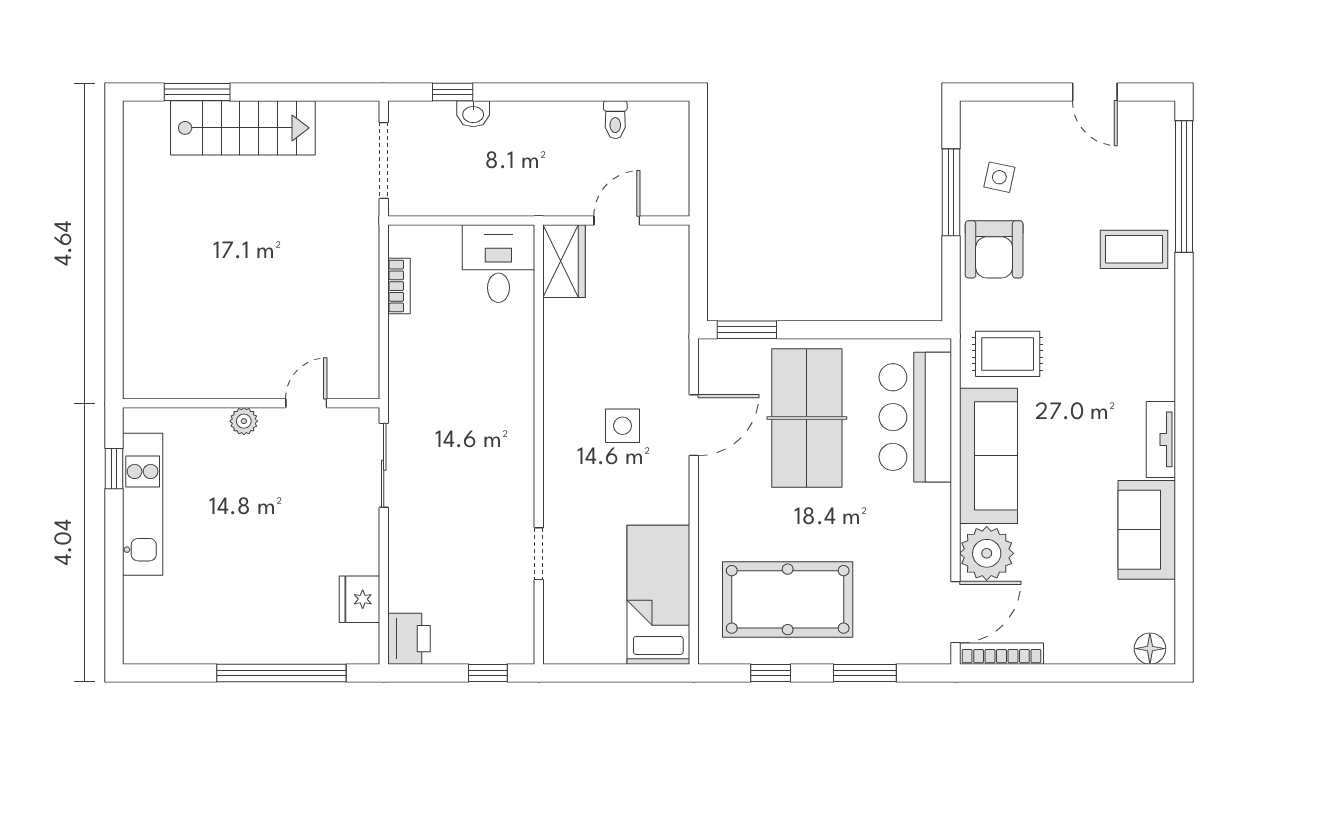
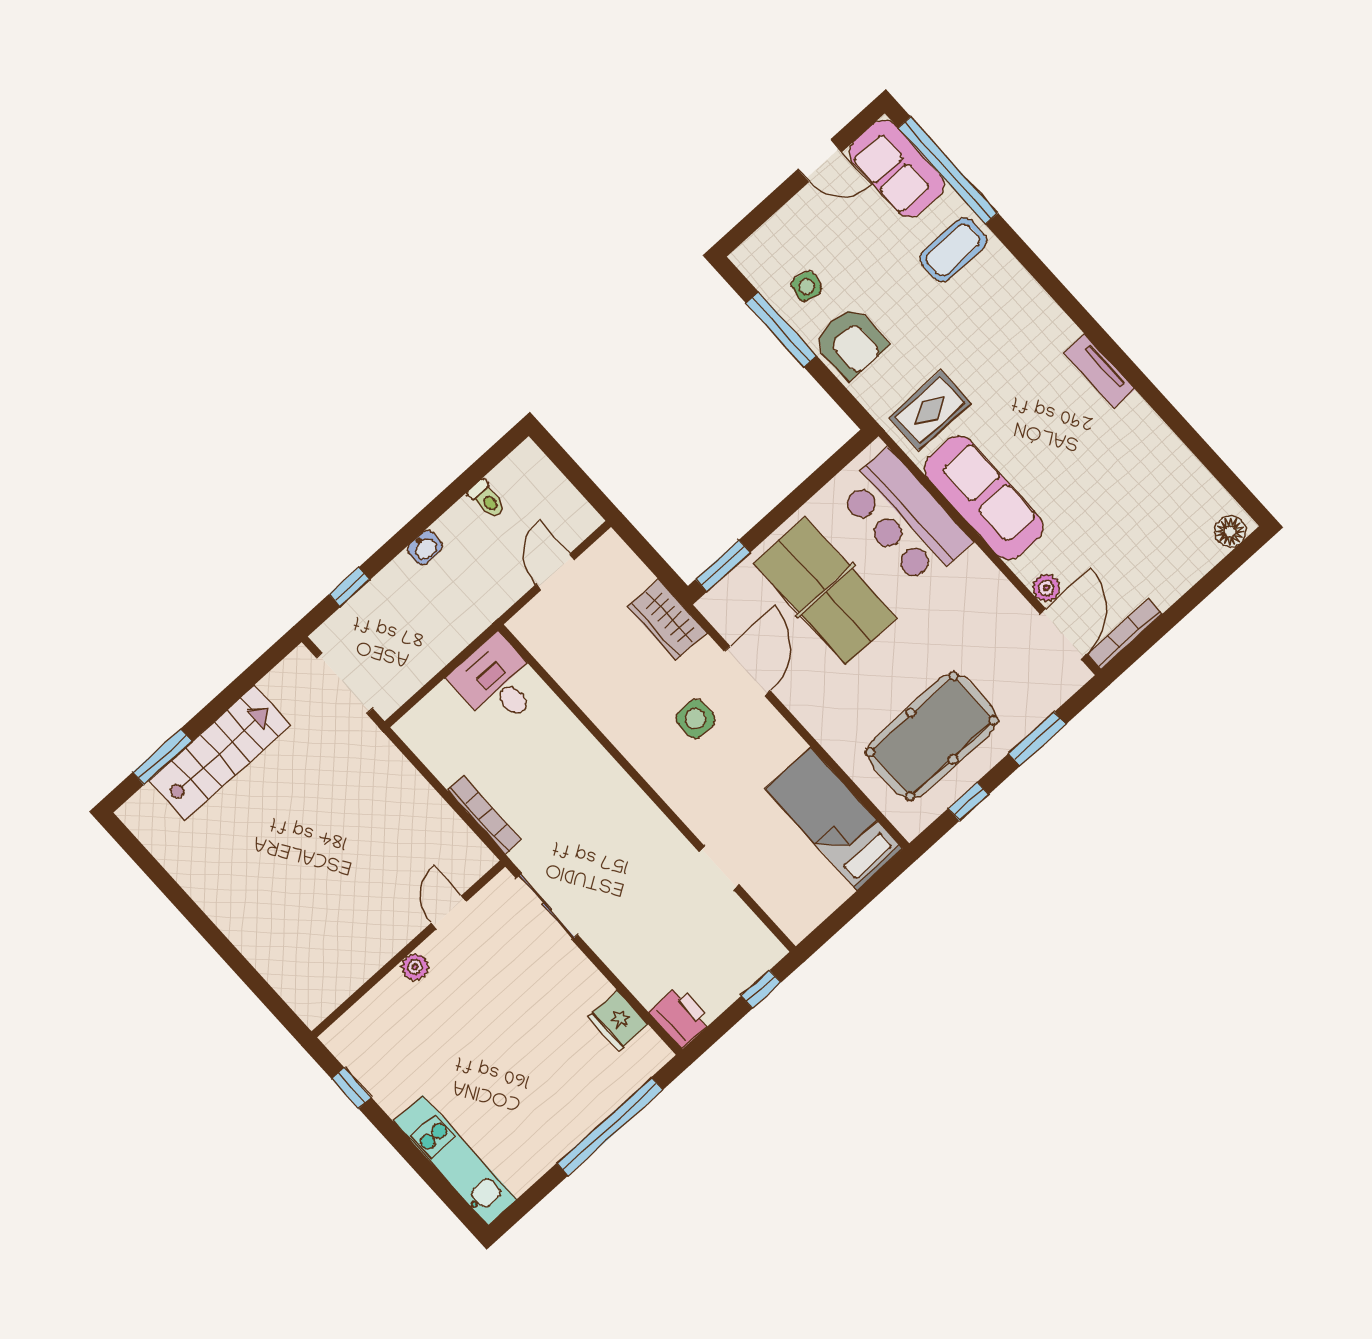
washbasin: (473, 114) -> (425, 548), moved
wardrobe: (564, 261) -> (667, 620), moved, turned 180
bookcase: (399, 286) -> (484, 815), moved, width x1.56
kitchen unit: (143, 504) -> (455, 1160), moved
sofa: (1147, 530) -> (897, 169), moved
plant: (987, 553) -> (1046, 588), width x0.53, depth x0.53

